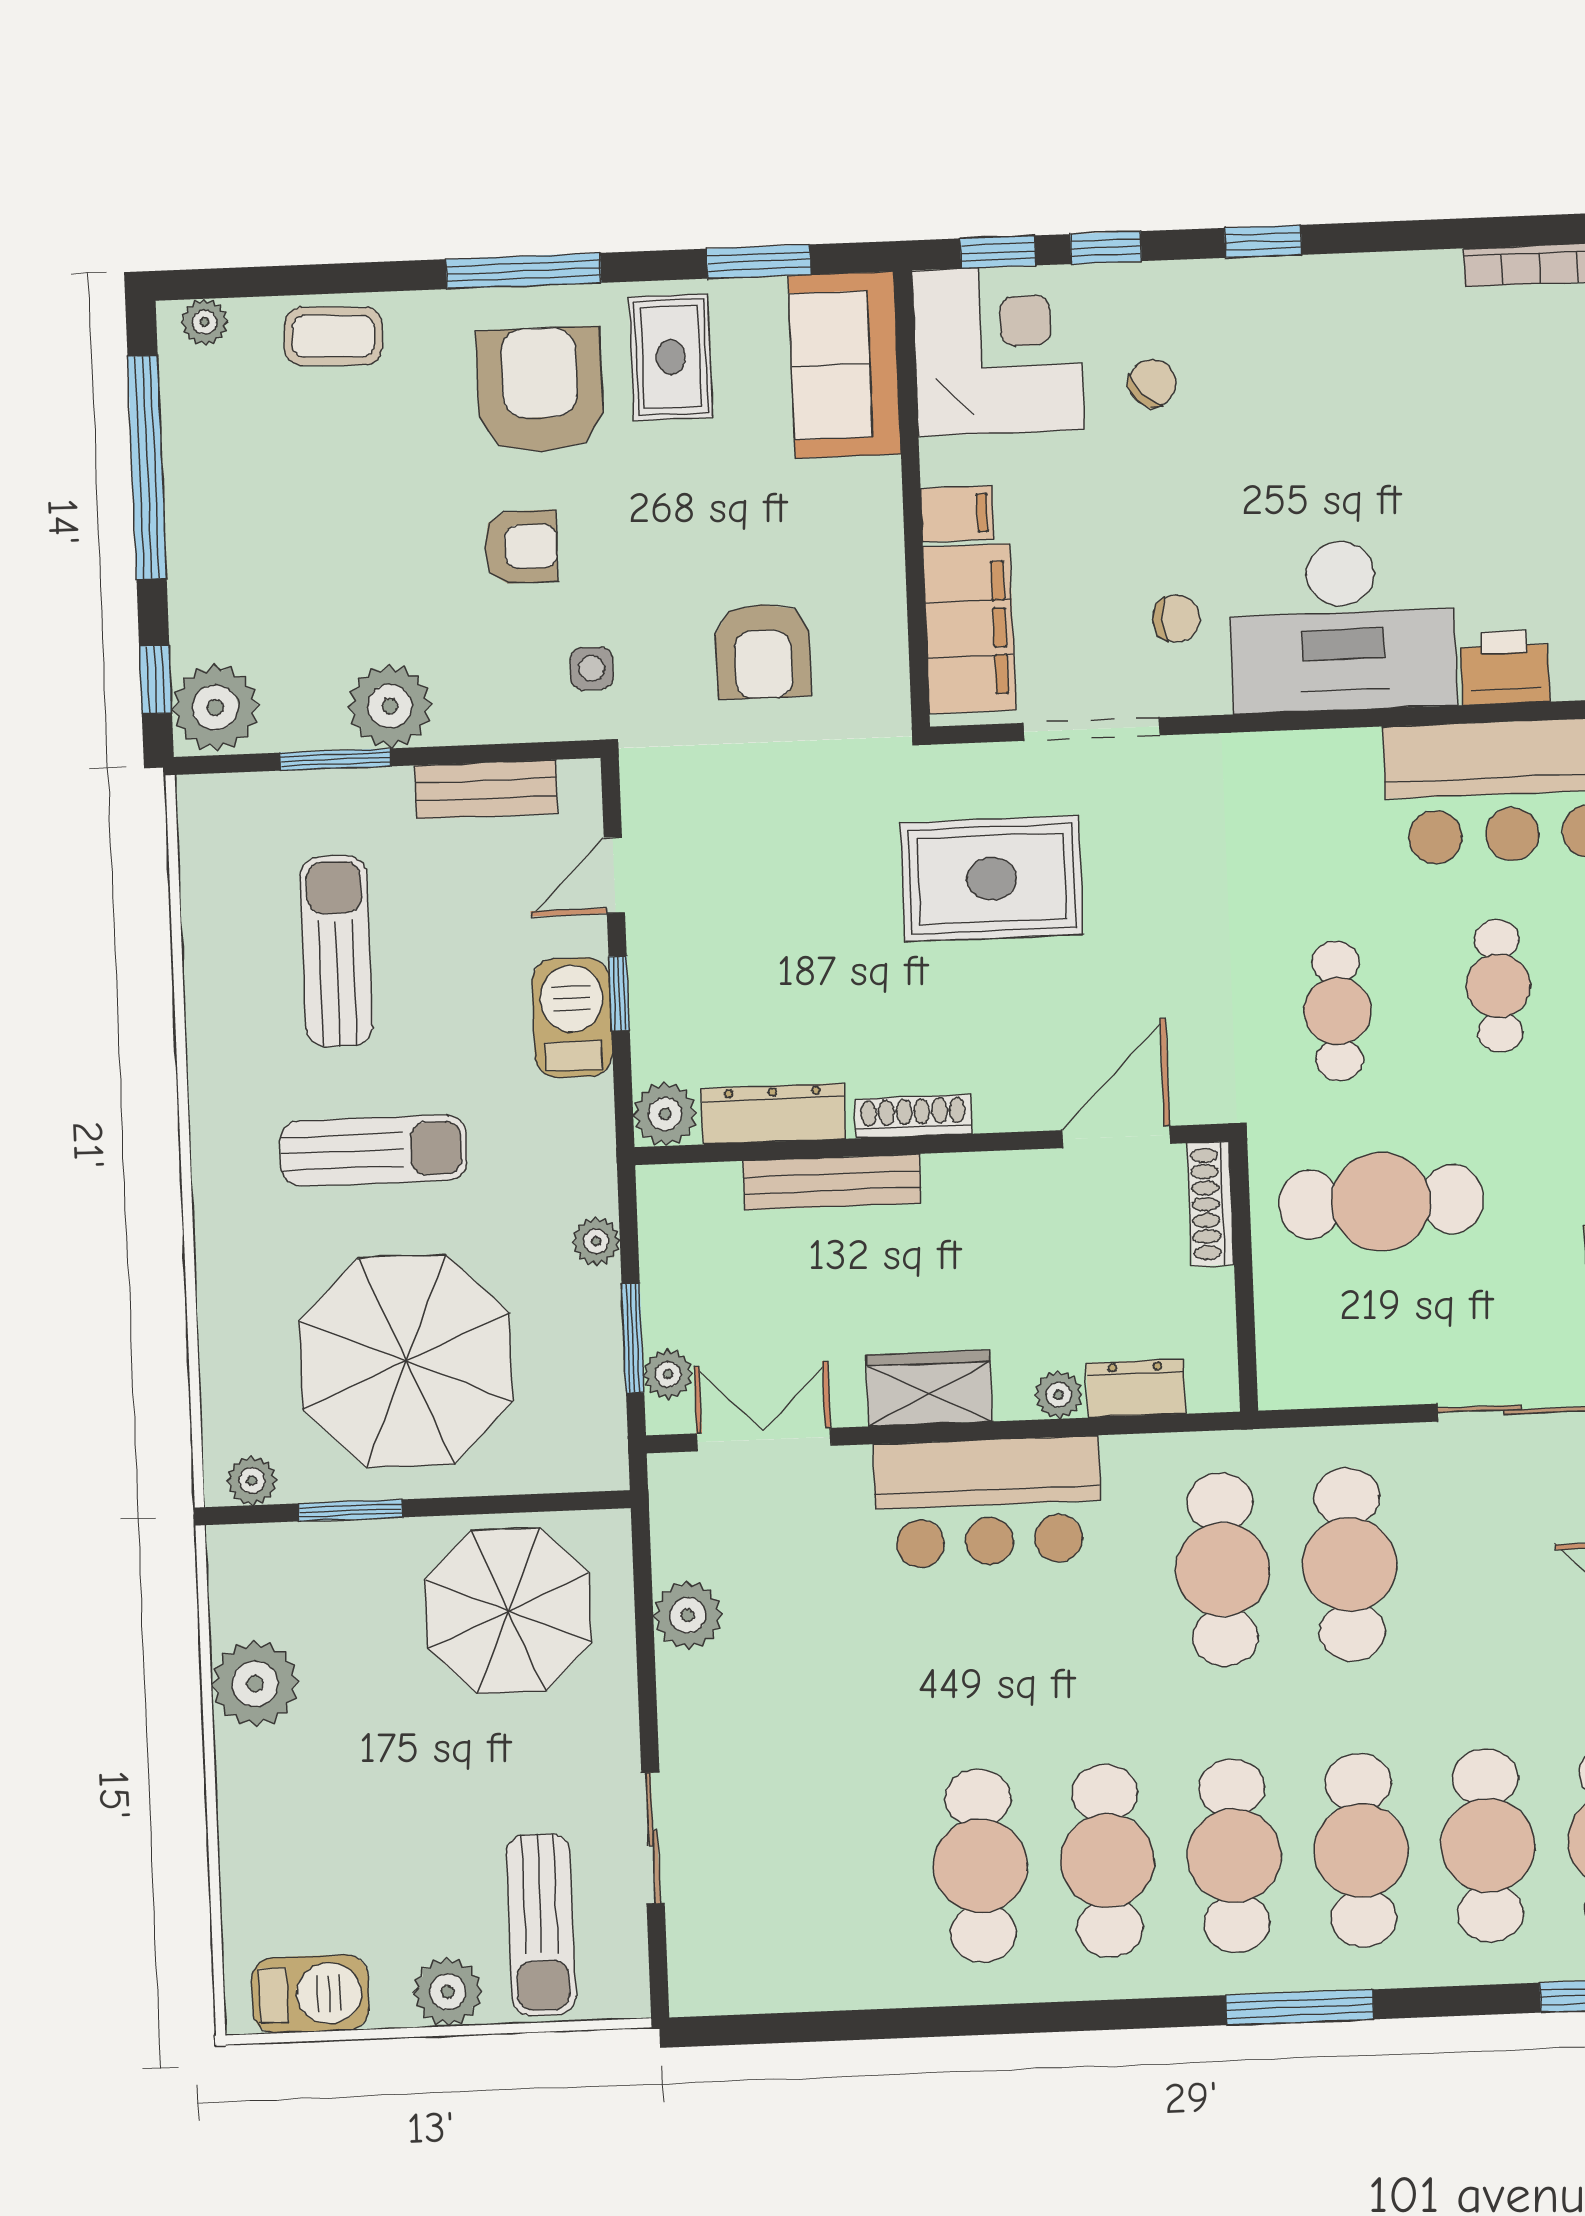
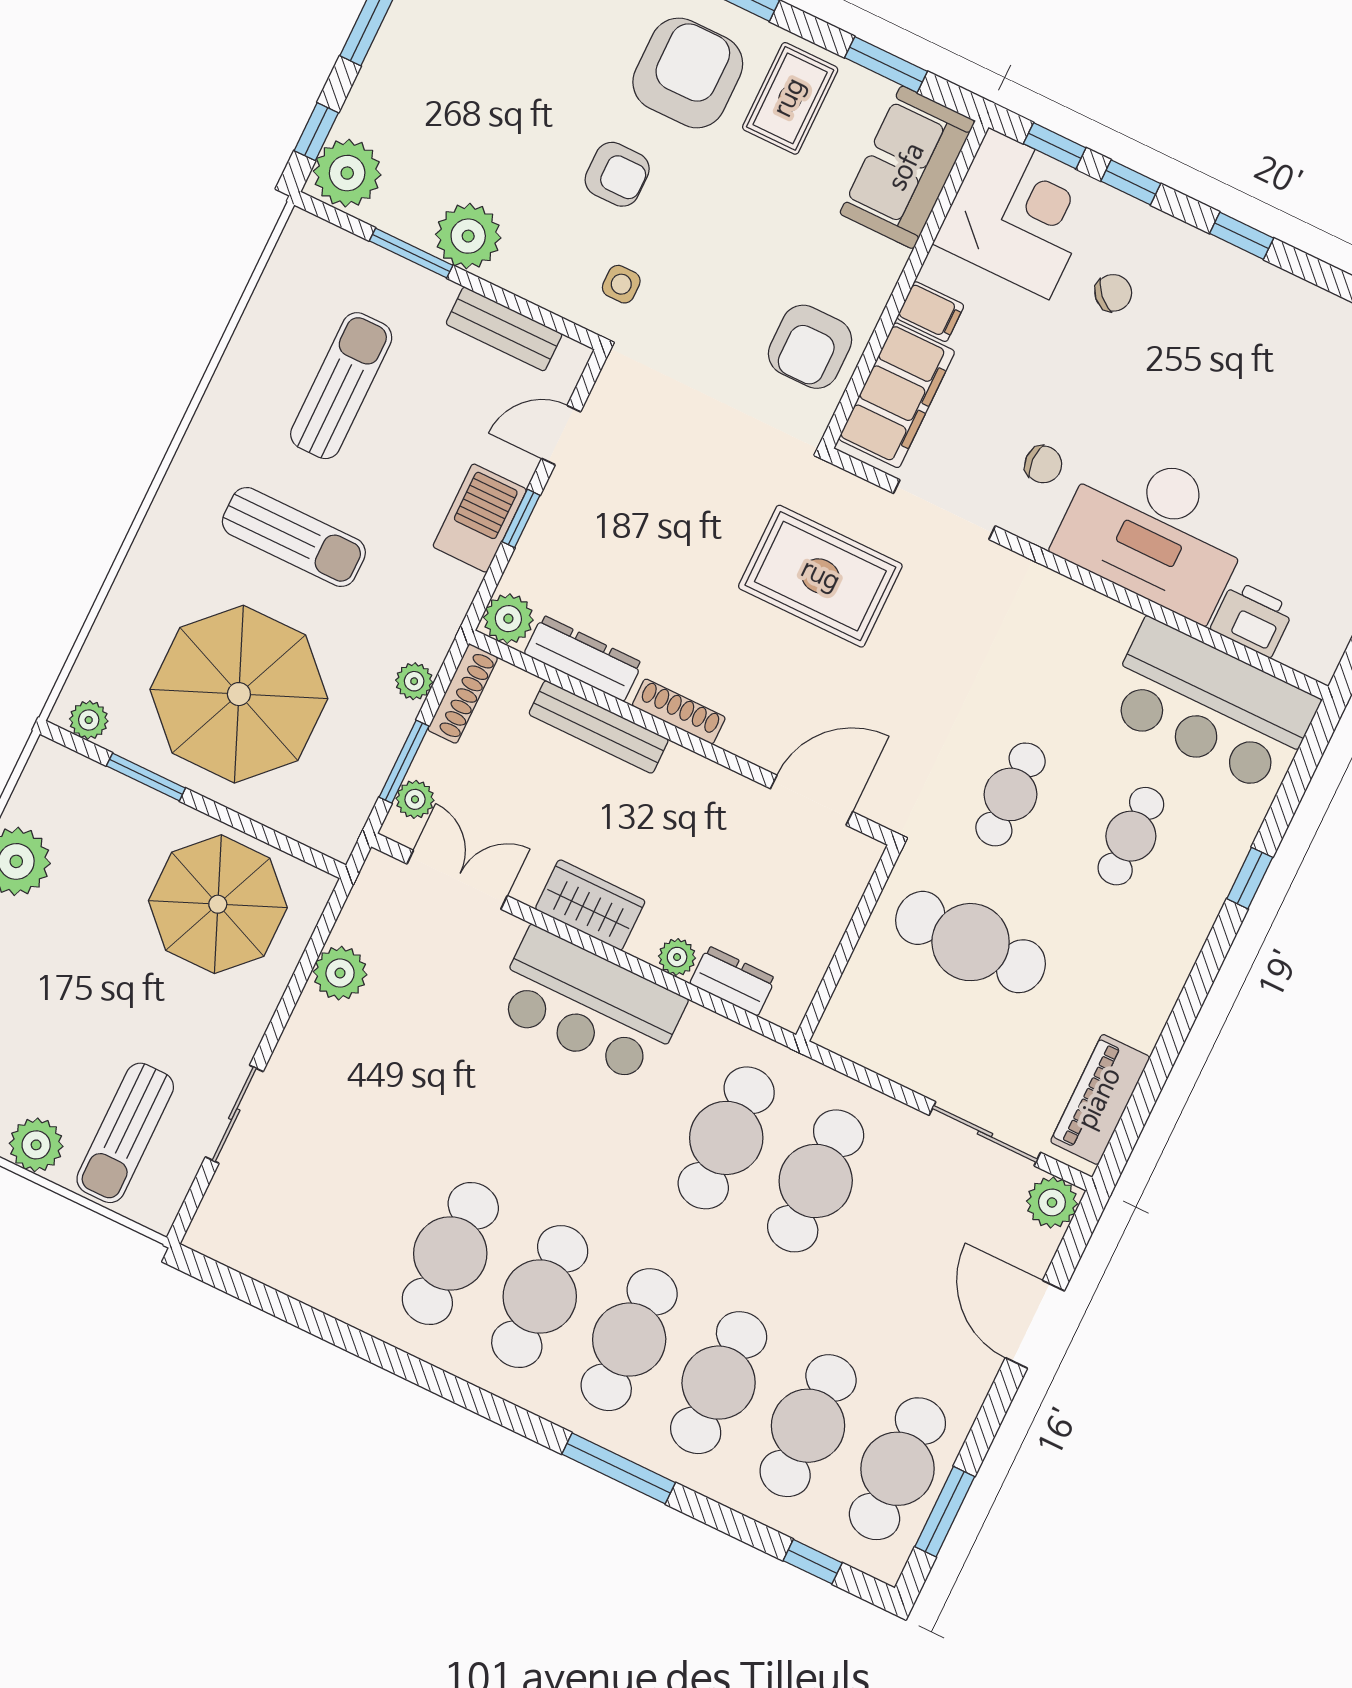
armchair: (763, 651) -> (810, 347), moved
shoe rack: (1211, 1204) -> (463, 694), moved, turned 180

